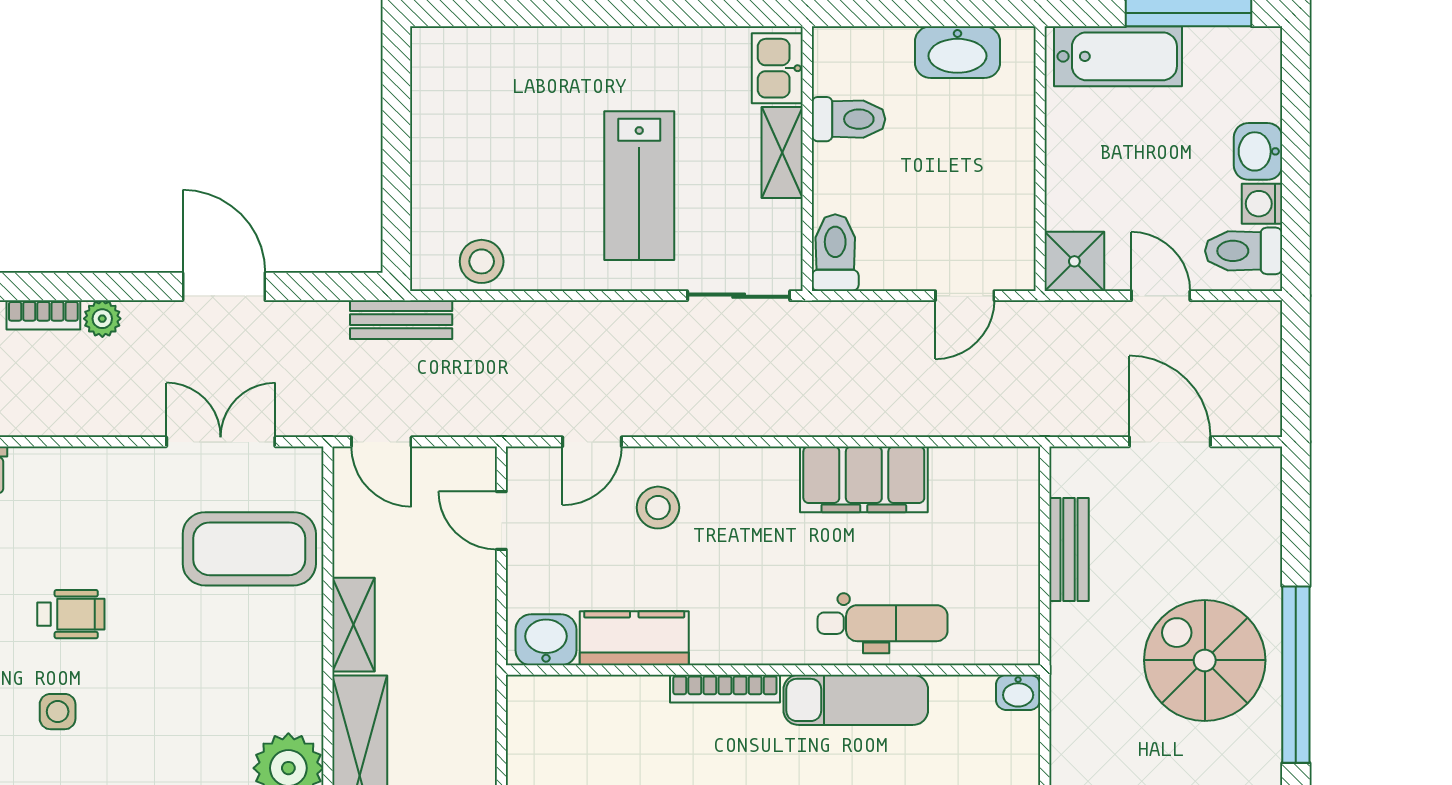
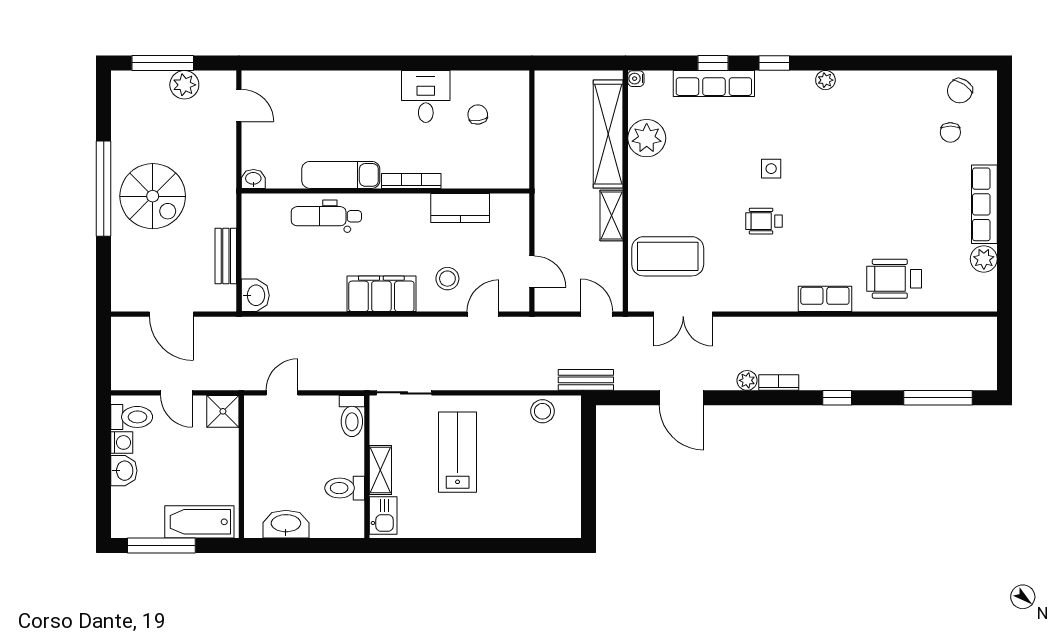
filing cabinet: (864, 479) -> (381, 294), moved
washbasin: (546, 640) -> (255, 295), moved, turned -90

